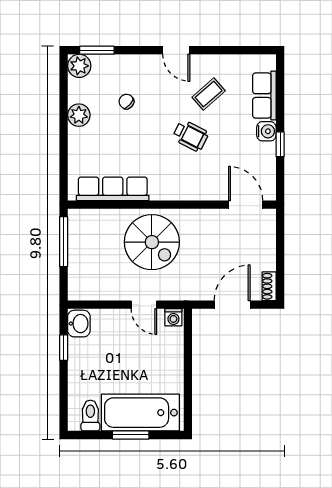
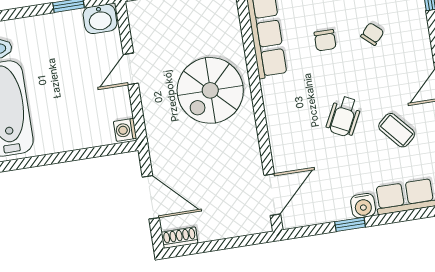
chair: (125, 141) -> (325, 40), added
door: (144, 305) -> (131, 69), moved

